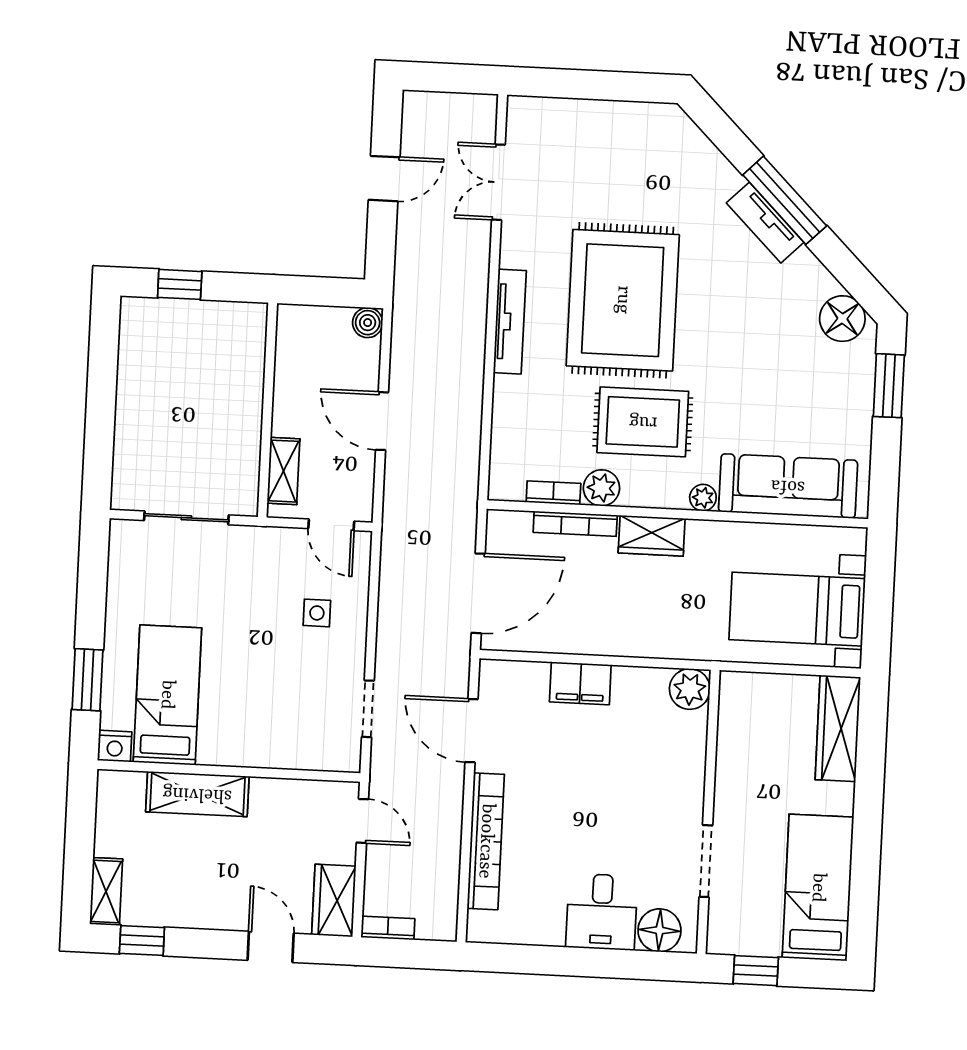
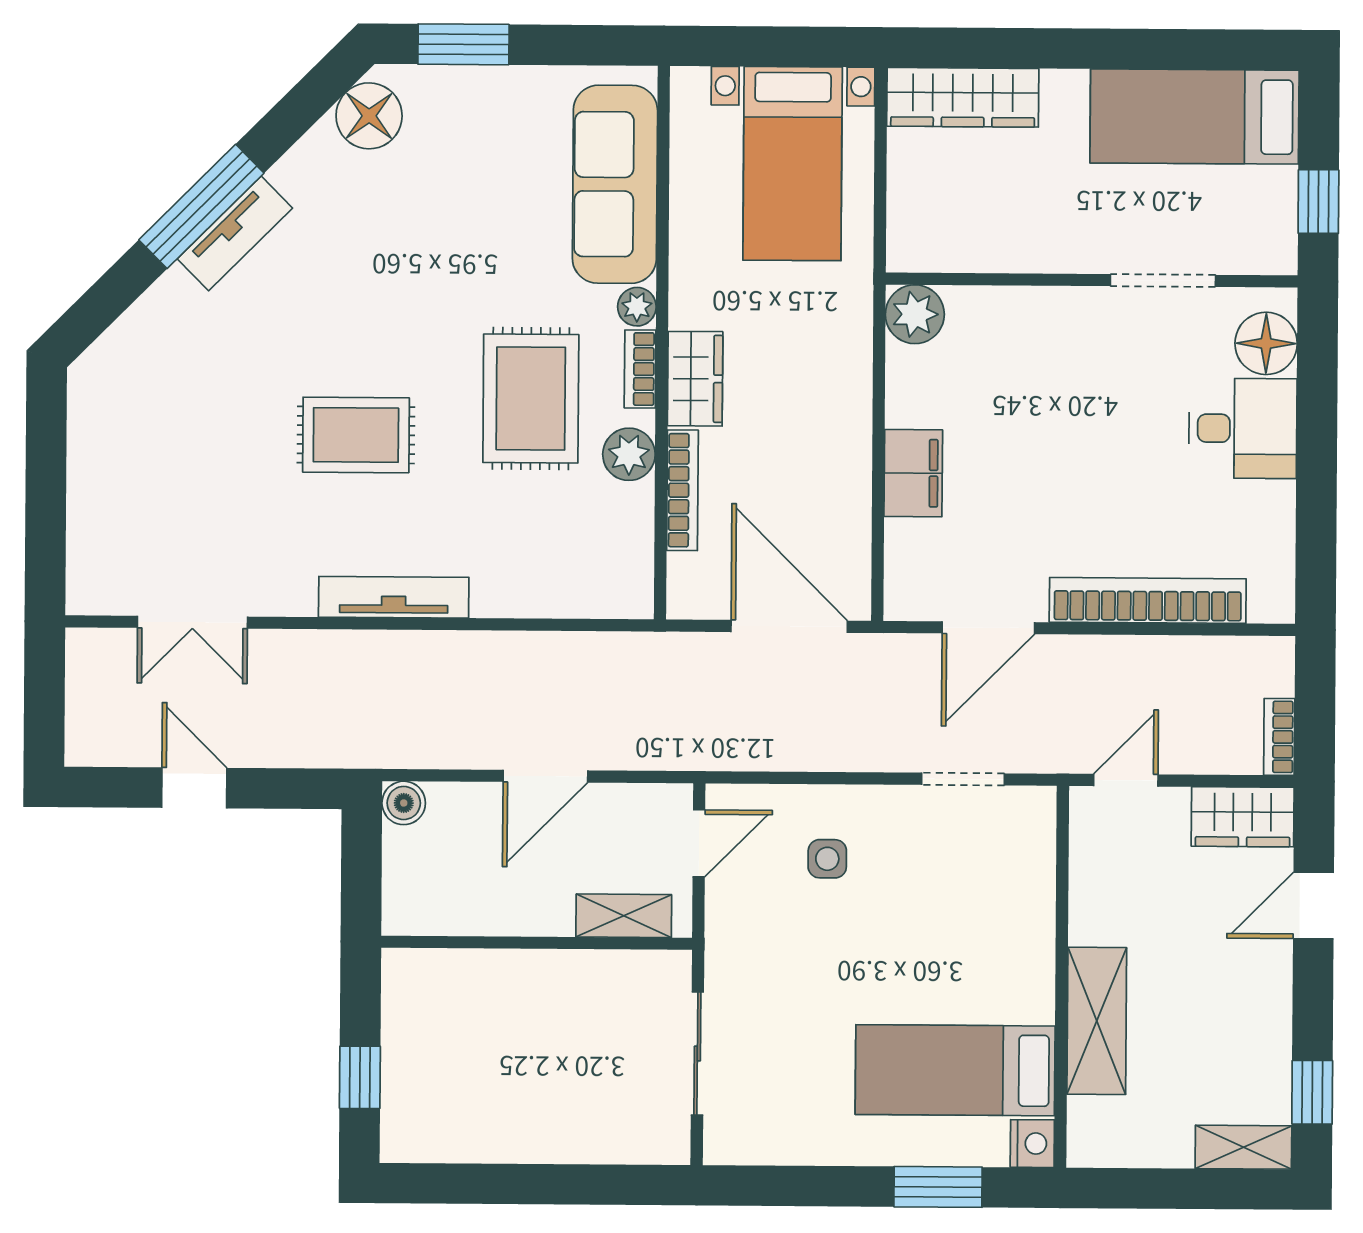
rug: (623, 300) -> (356, 435), width x0.54, depth x0.49
bookcase: (553, 493) -> (640, 369), moved

